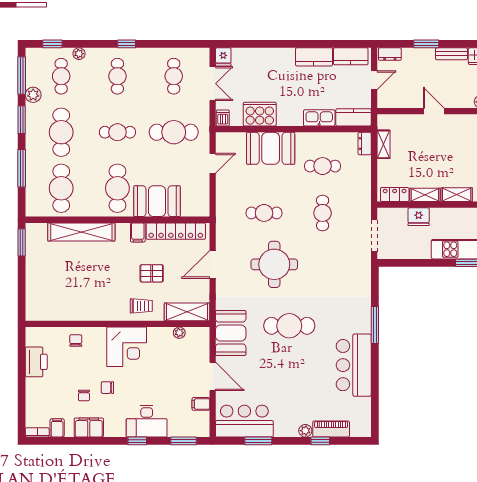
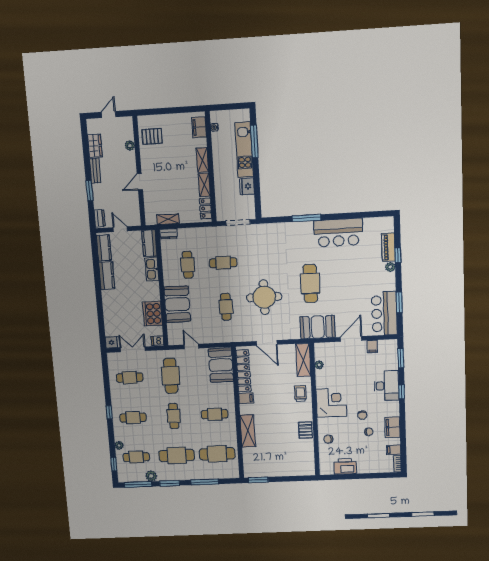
cafe table: (117, 188) -> (215, 414), width x0.73, depth x0.74
booth: (157, 201) -> (221, 365), moved
fridge: (419, 217) -> (247, 186), moved, turned 180
shelving: (81, 232) -> (248, 431), width x0.68
pallet: (152, 273) -> (305, 430), moved

